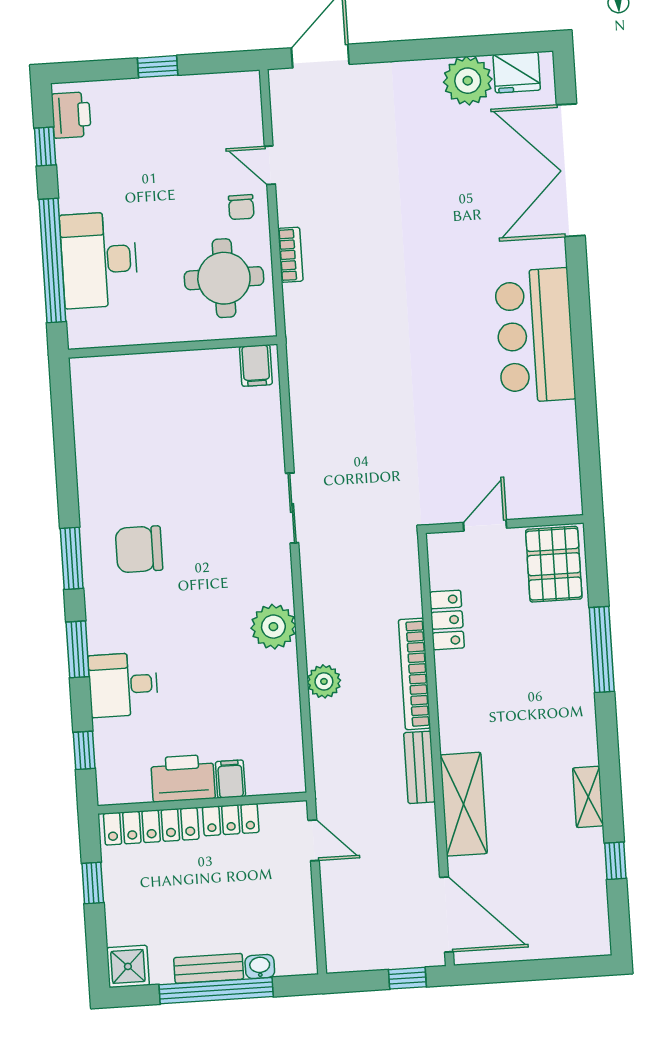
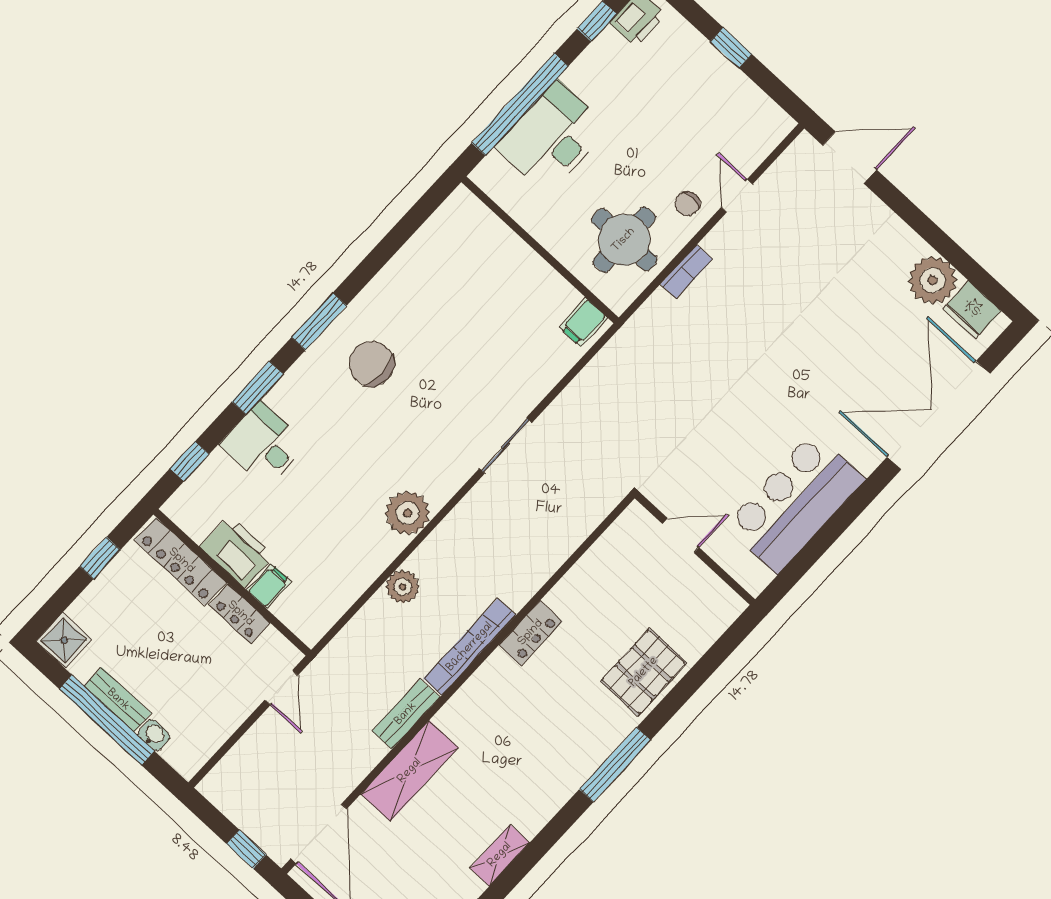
wall: (505, 524) -> (695, 549), moved
door: (485, 525) -> (681, 536), moved

